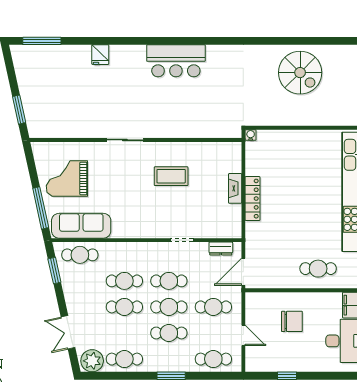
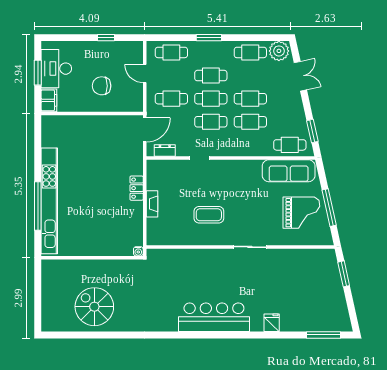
bar counter: (176, 61) -> (214, 317), width x1.36
locker: (253, 199) -> (137, 188), width x0.66
window: (41, 208) -> (329, 208), moved
cafe table: (318, 269) -> (78, 133), removed

